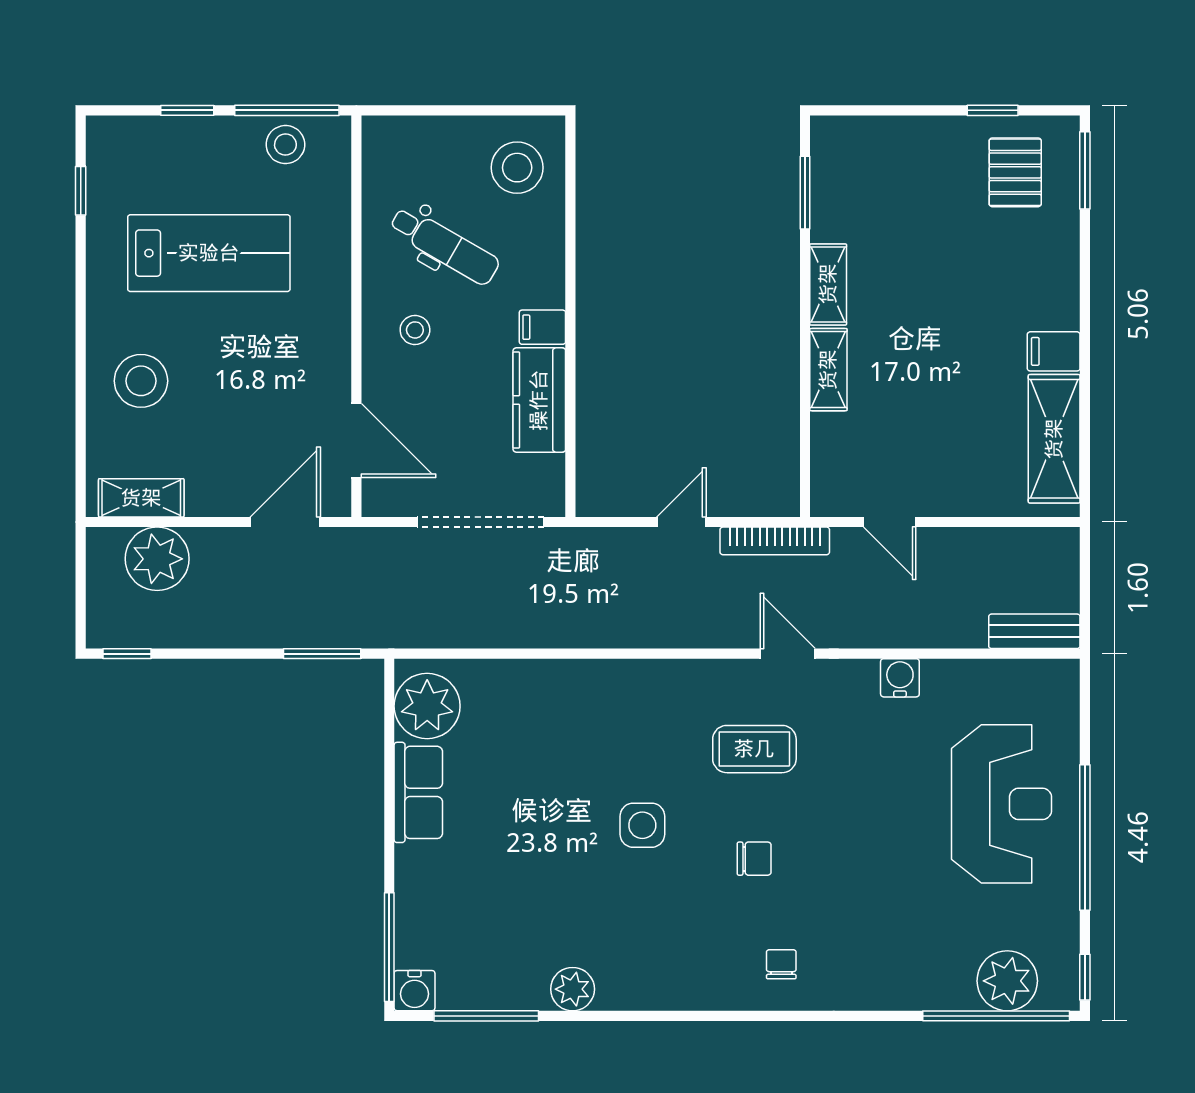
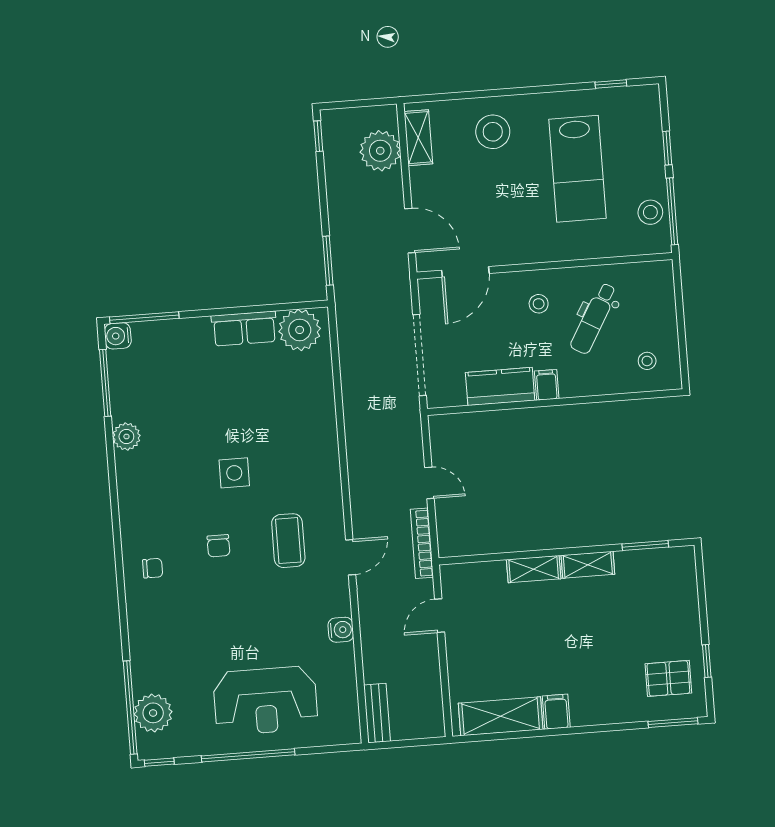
stool: (517, 168) -> (647, 361), width x0.53, depth x0.53

